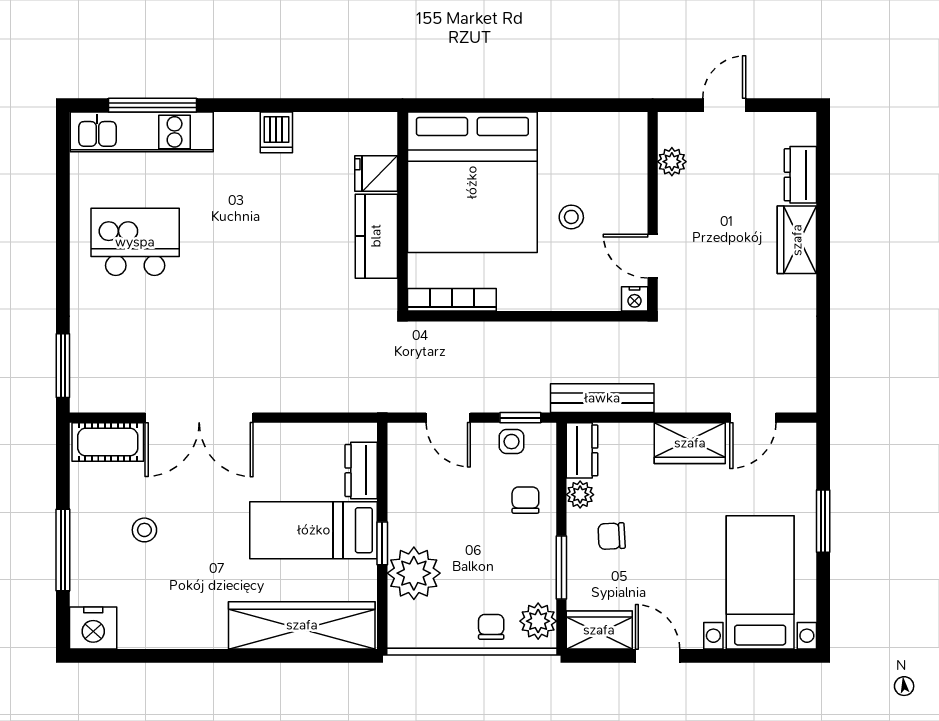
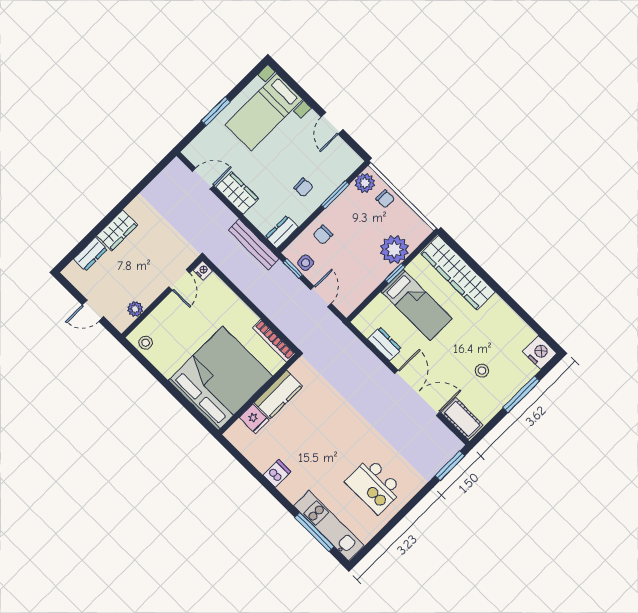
stool: (571, 217) -> (146, 343), moved
dresser: (361, 470) -> (385, 344), moved, turned -90
plant: (580, 495) -> (300, 216), removed
chair: (491, 627) -> (385, 199), turned -90
wardrobe: (599, 630) -> (345, 156), removed

